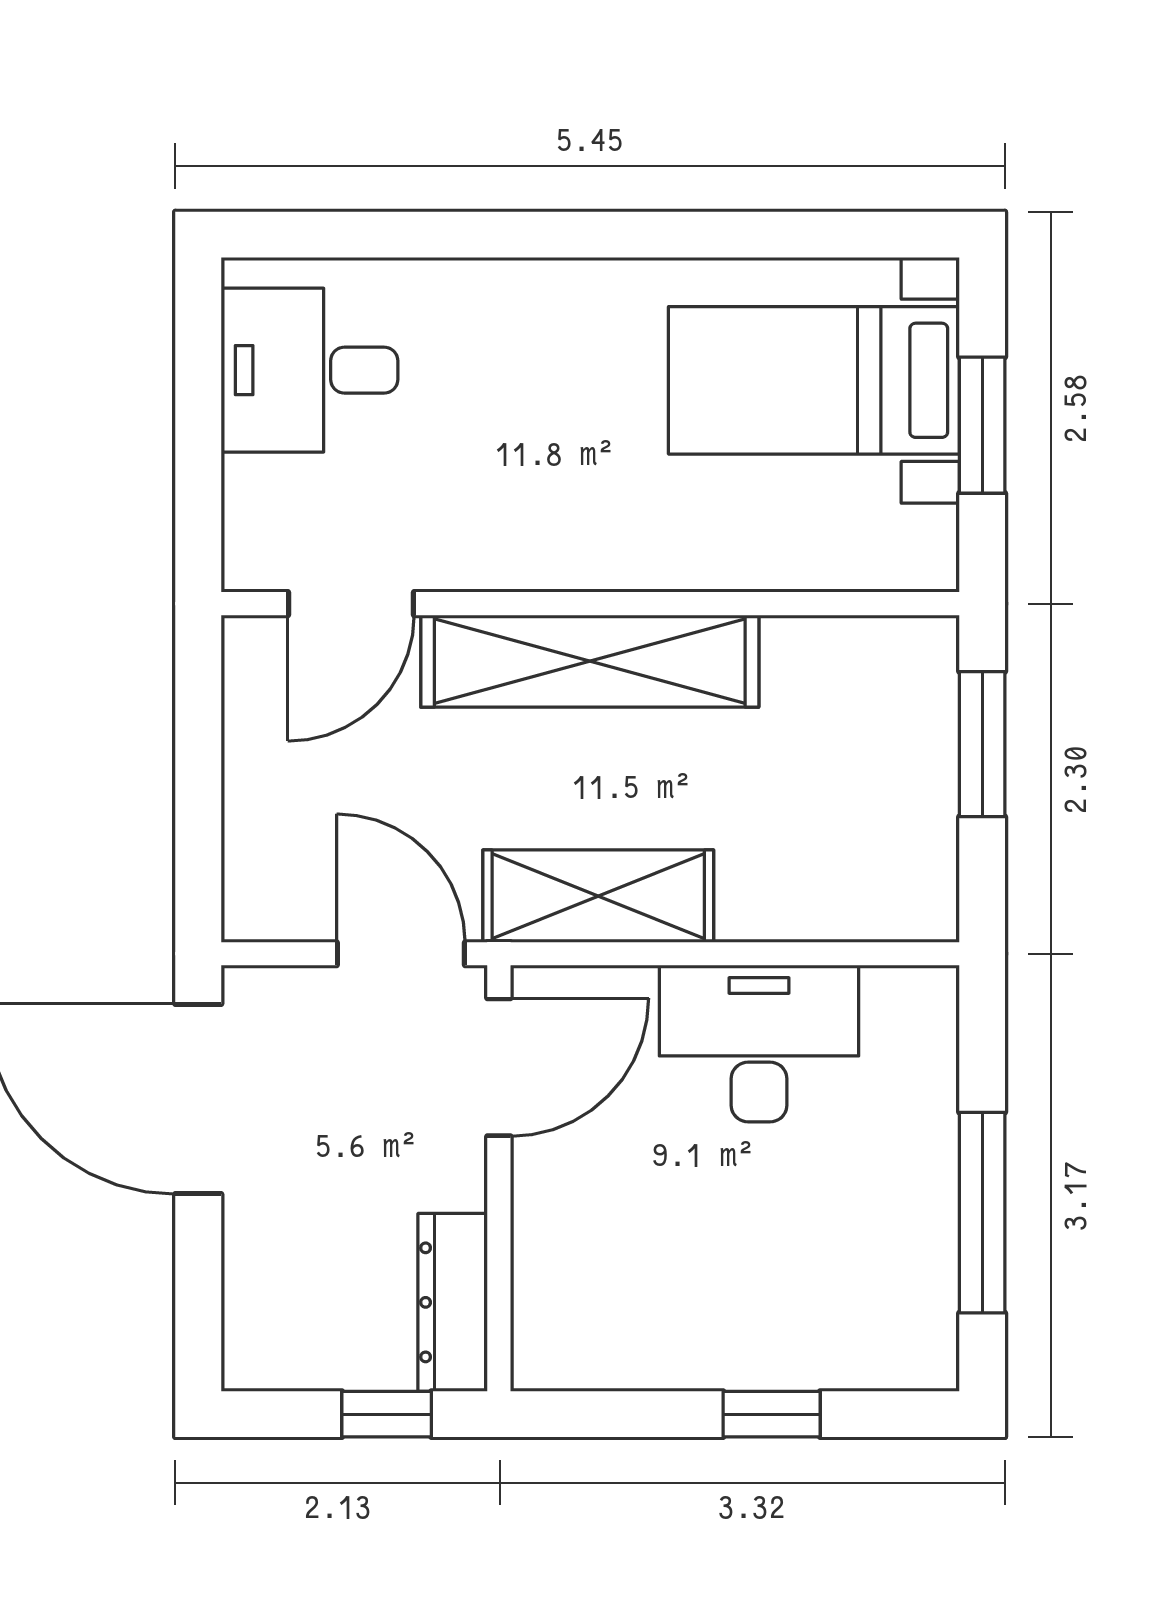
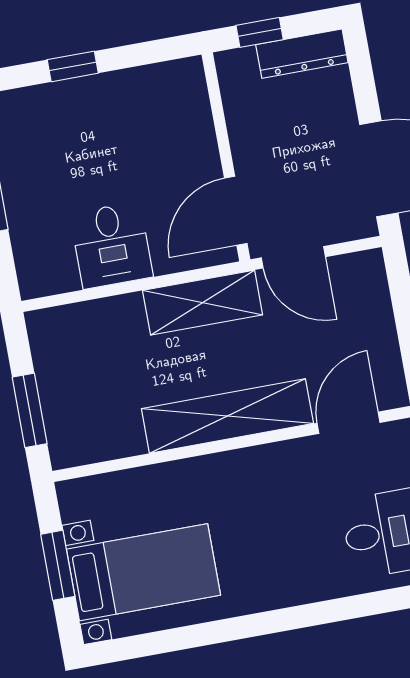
desk: (759, 1043) -> (112, 245), width x0.73
dresser: (453, 1302) -> (302, 54), moved, turned 90

